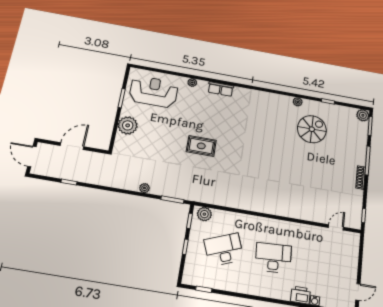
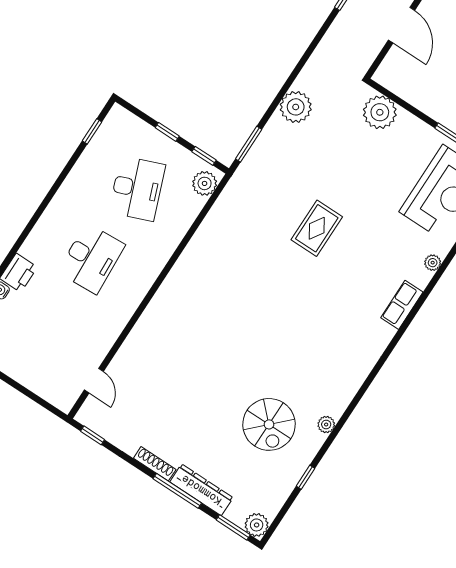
plant: (128, 125) -> (380, 112), moved
dresser: (361, 149) -> (201, 490), added
plant: (144, 188) -> (296, 107), width x1.87, depth x1.87

